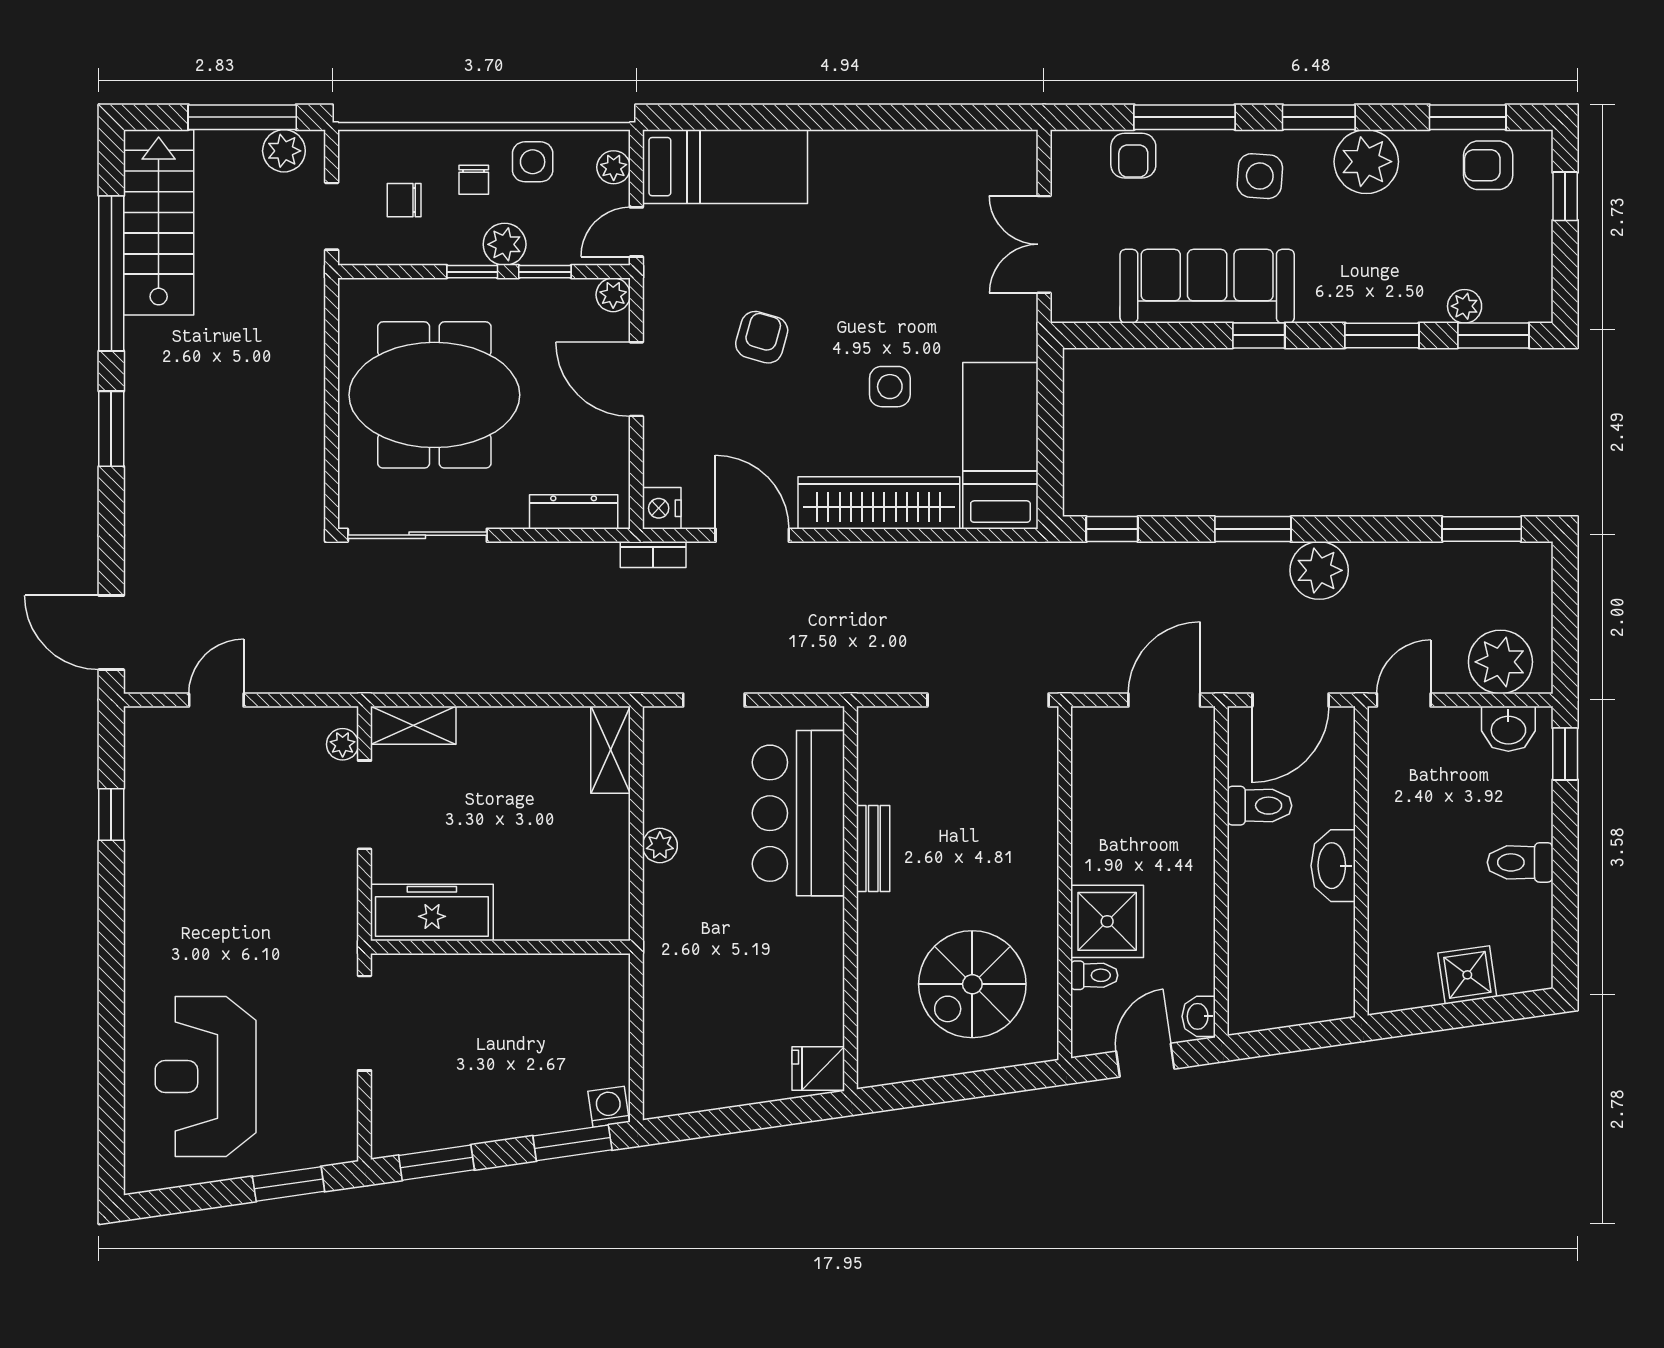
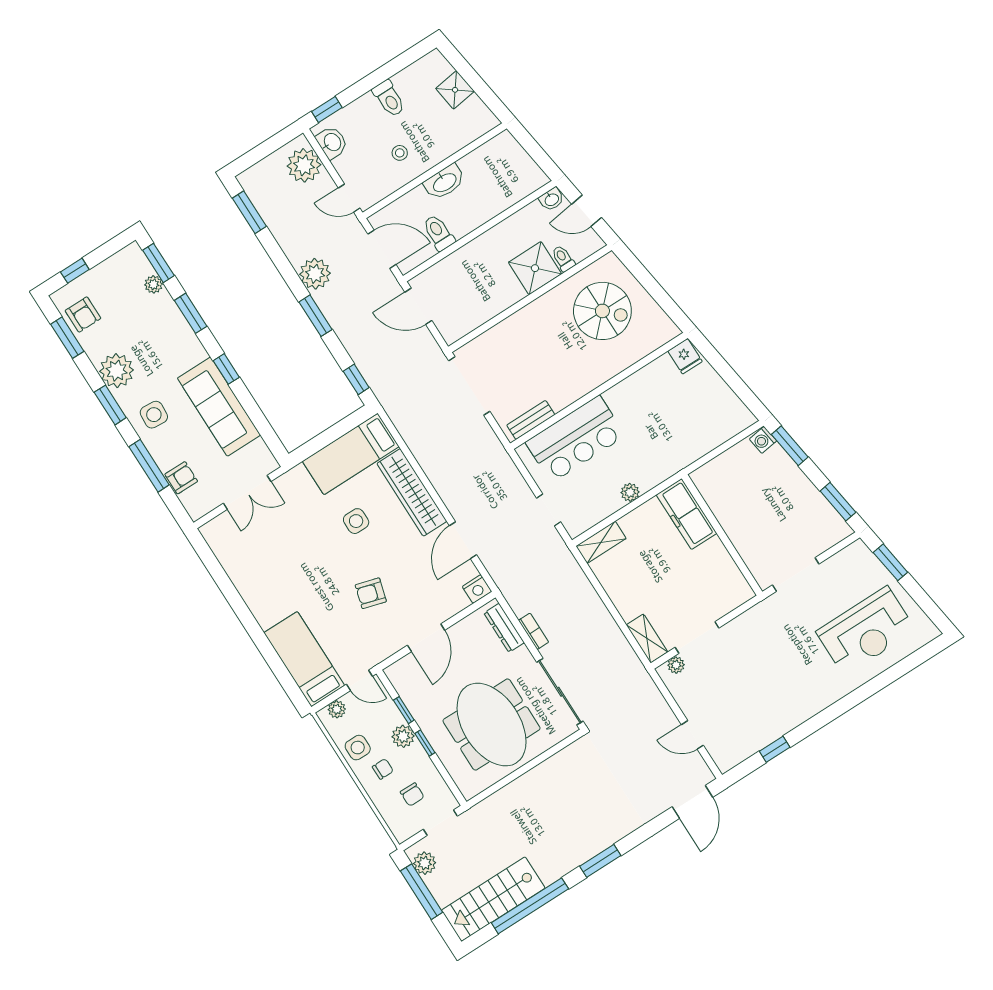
plant: (613, 295) -> (395, 673), removed
bookcase: (653, 555) -> (534, 631), moved
stool: (1424, 825) -> (400, 153), added
bench: (873, 848) -> (531, 420), moved
freezer: (432, 912) -> (687, 514), moved

